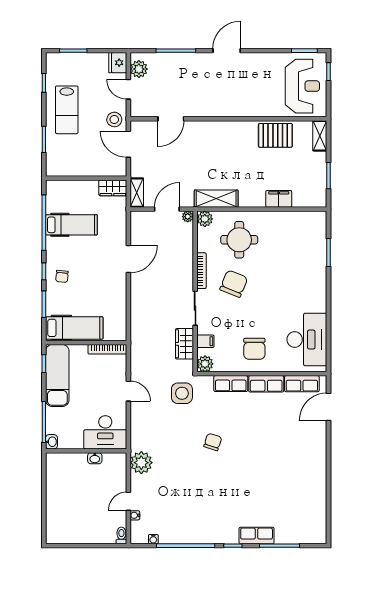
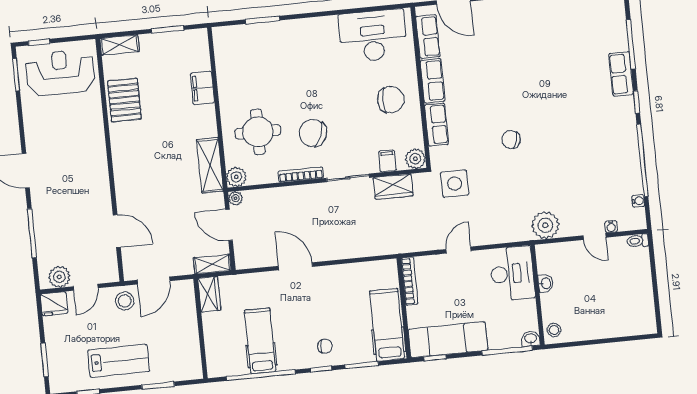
stool: (57, 461) -> (554, 330), added

